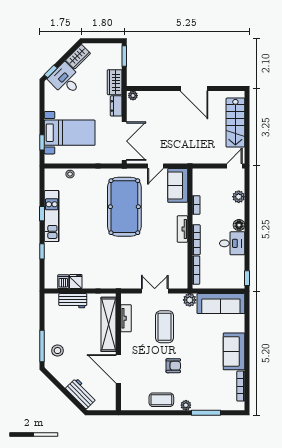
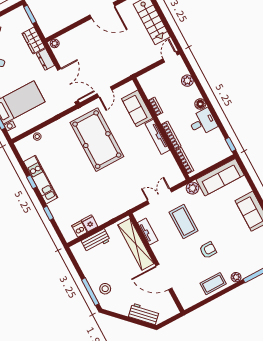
sofa: (178, 185) -> (137, 108), moved
tv unit: (182, 229) -> (157, 137), width x1.41

